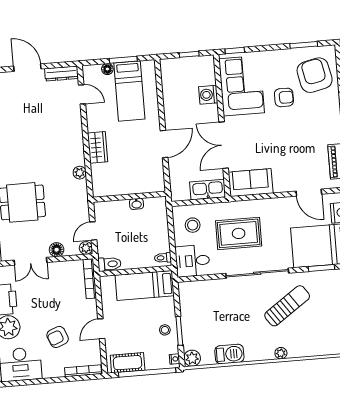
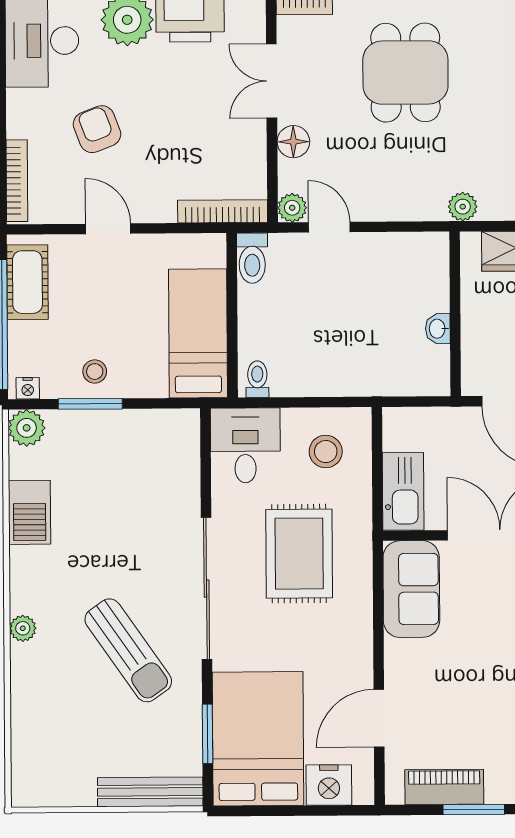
wall: (129, 197) -> (455, 314), moved
washbasin: (136, 204) -> (438, 329), moved

